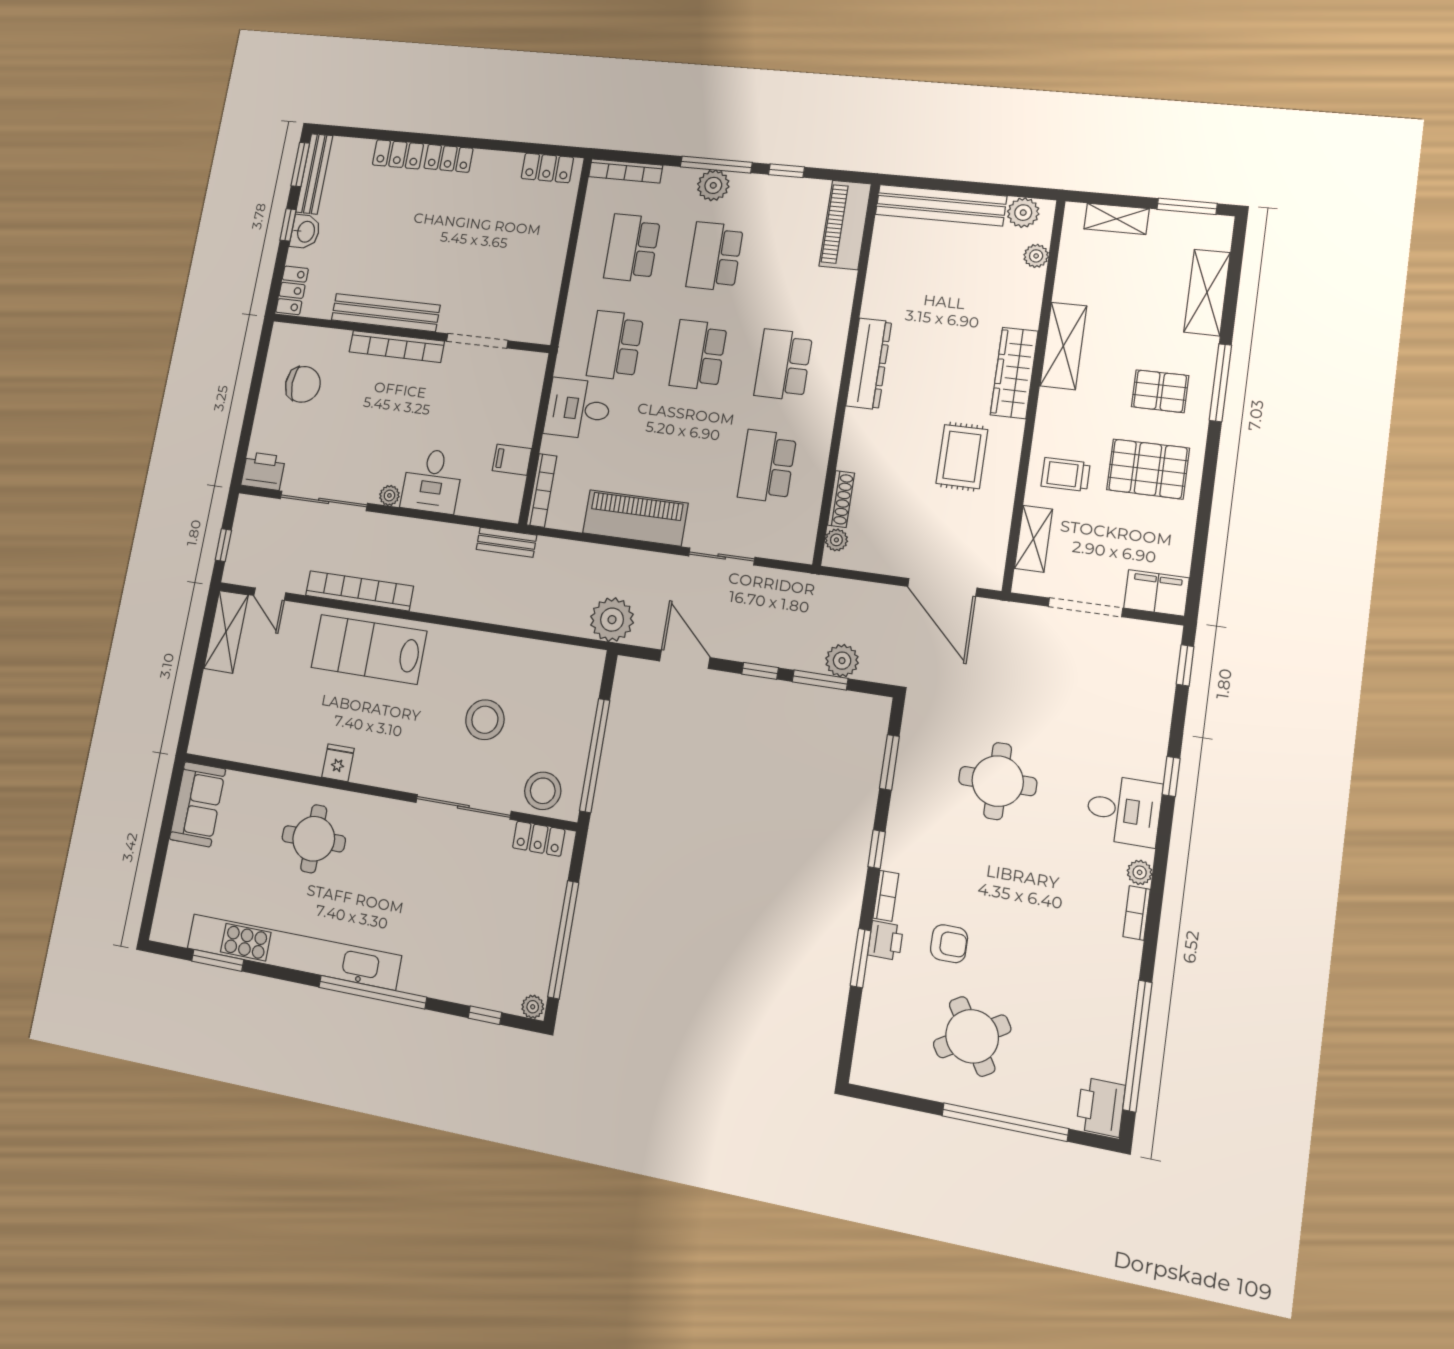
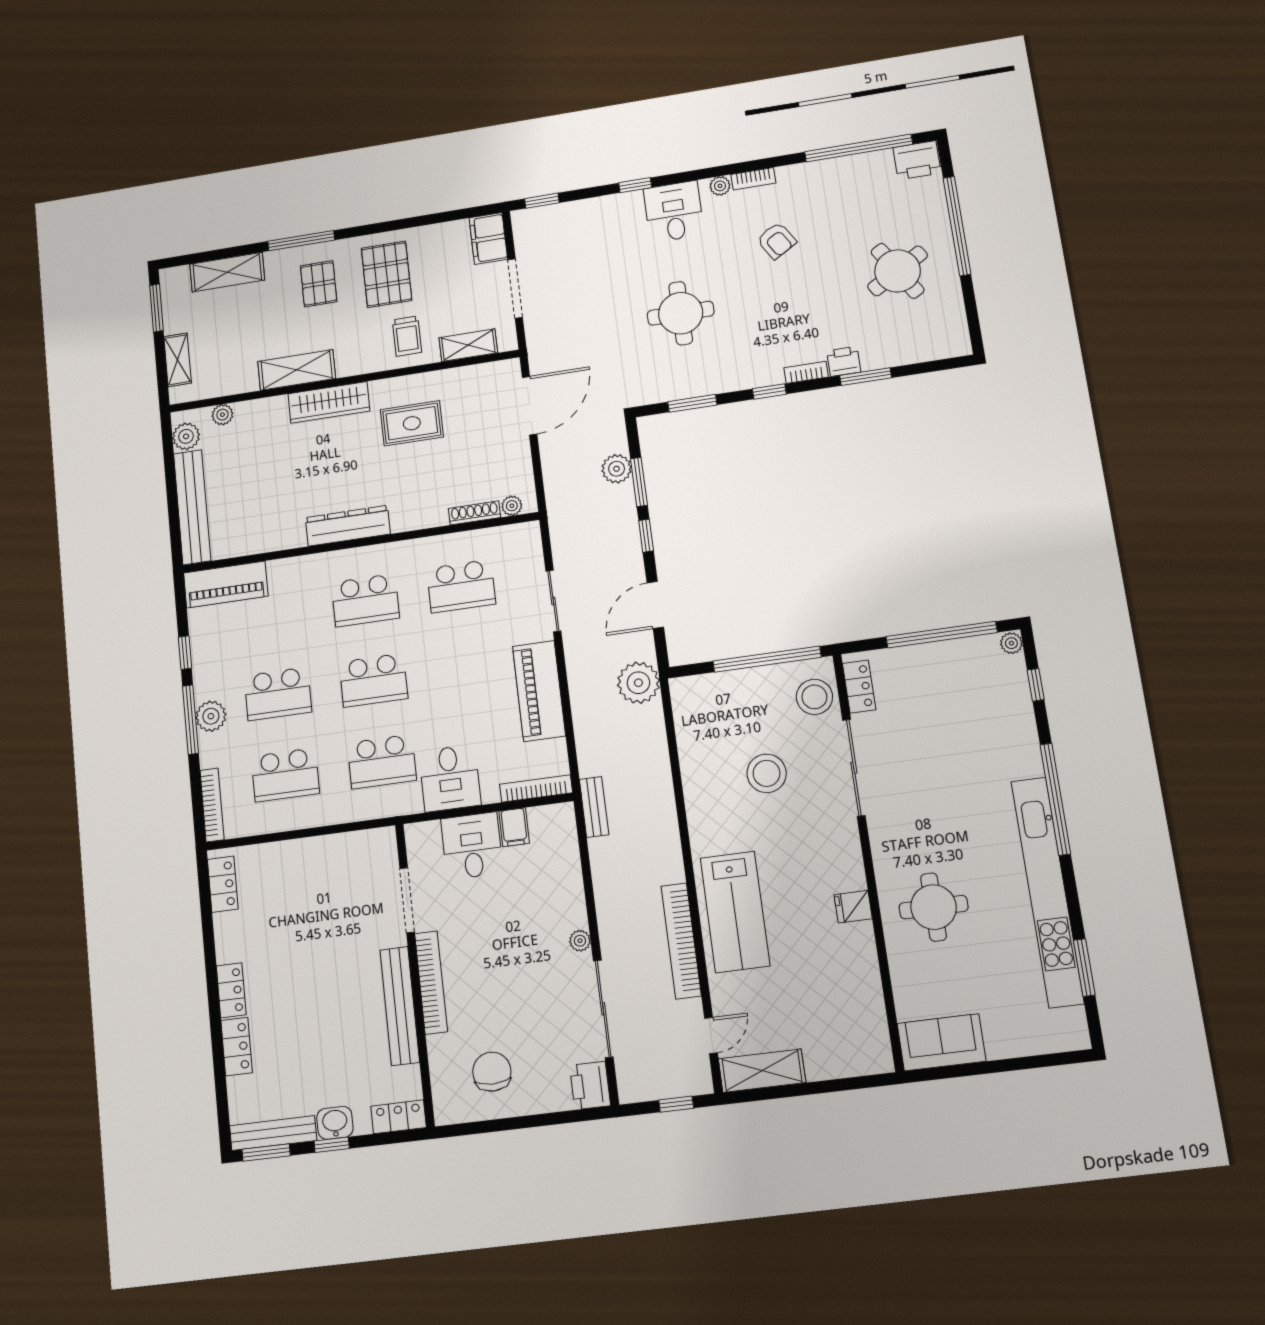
desk: (432, 481) -> (472, 846), moved, turned -90
armchair: (949, 944) -> (777, 241), moved, turned 149

